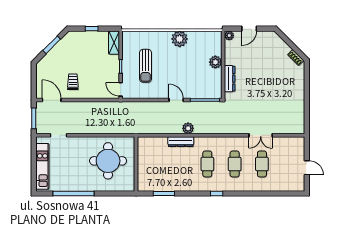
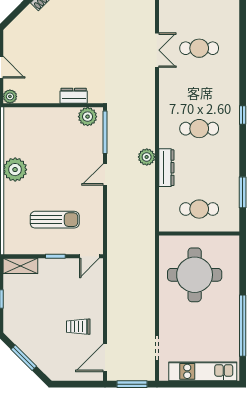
plant: (215, 62) -> (88, 117), moved
dresser: (230, 79) -> (74, 96), width x0.70
cafe table: (235, 164) -> (199, 209), moved

